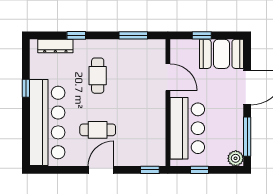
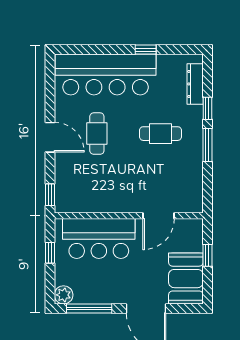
window: (133, 35) -> (207, 145), moved

